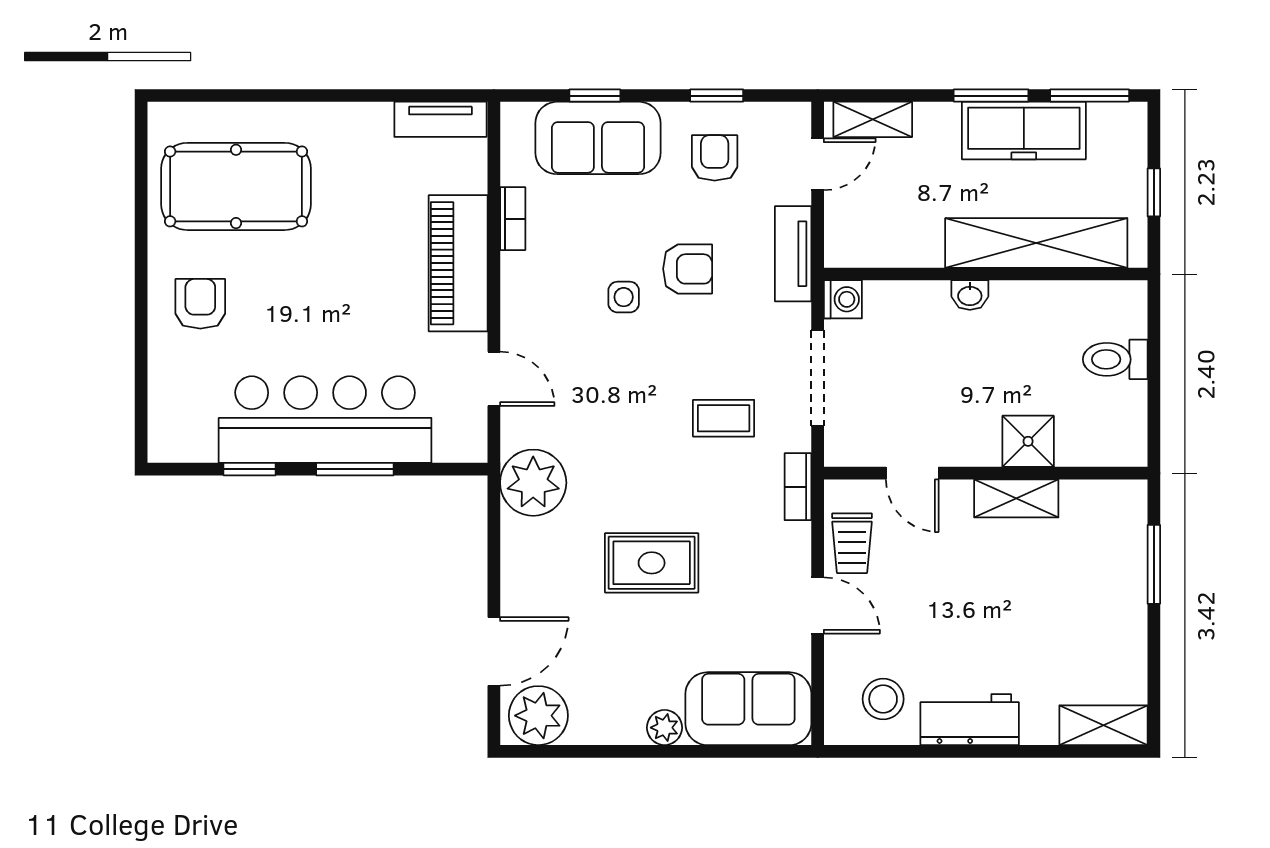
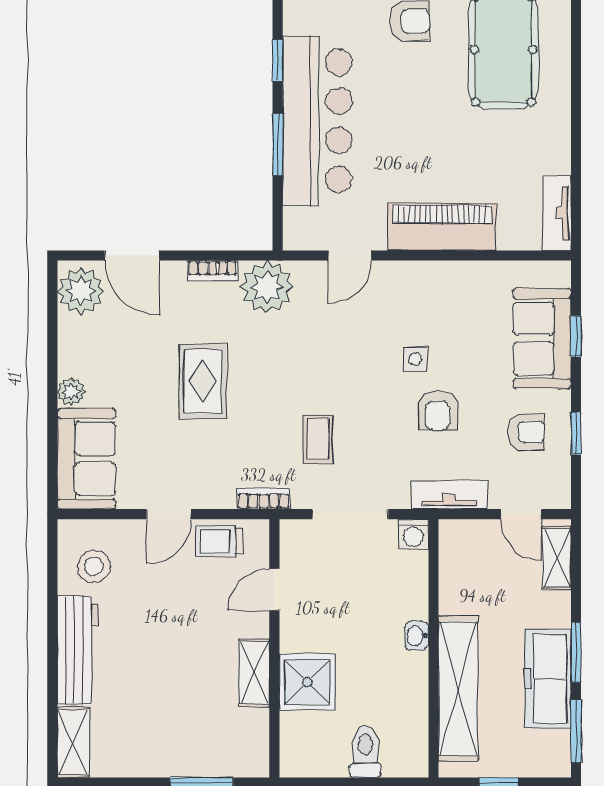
bookcase: (513, 219) -> (213, 271), moved
shower: (1028, 441) -> (307, 682), width x1.36, depth x1.36
workbench: (970, 720) -> (78, 650), width x1.37

